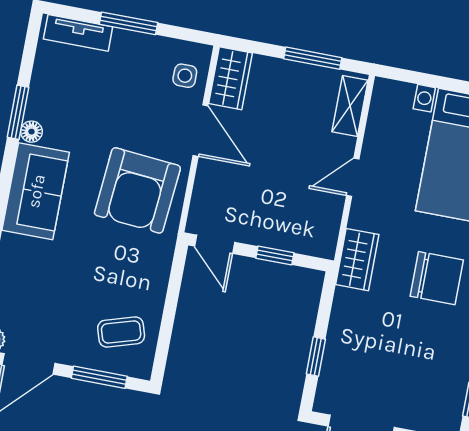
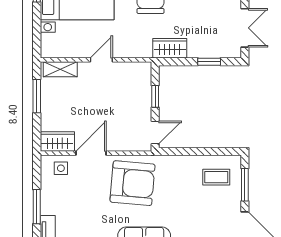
door: (353, 177) -> (101, 60), swing flipped
wardrobe: (357, 260) -> (170, 48), moved
coffee table: (121, 332) -> (216, 177), turned -73

